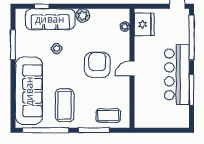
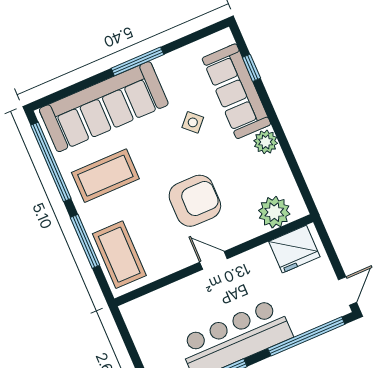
plant: (125, 27) -> (274, 212), width x1.88, depth x1.88
window: (13, 45) -> (137, 61), moved
coffee table: (108, 116) -> (119, 255), width x1.36, depth x1.32

